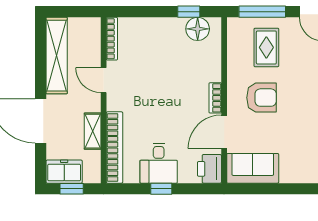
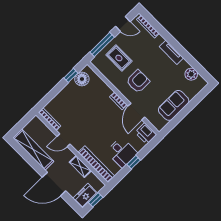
sofa: (253, 168) -> (174, 105), moved

